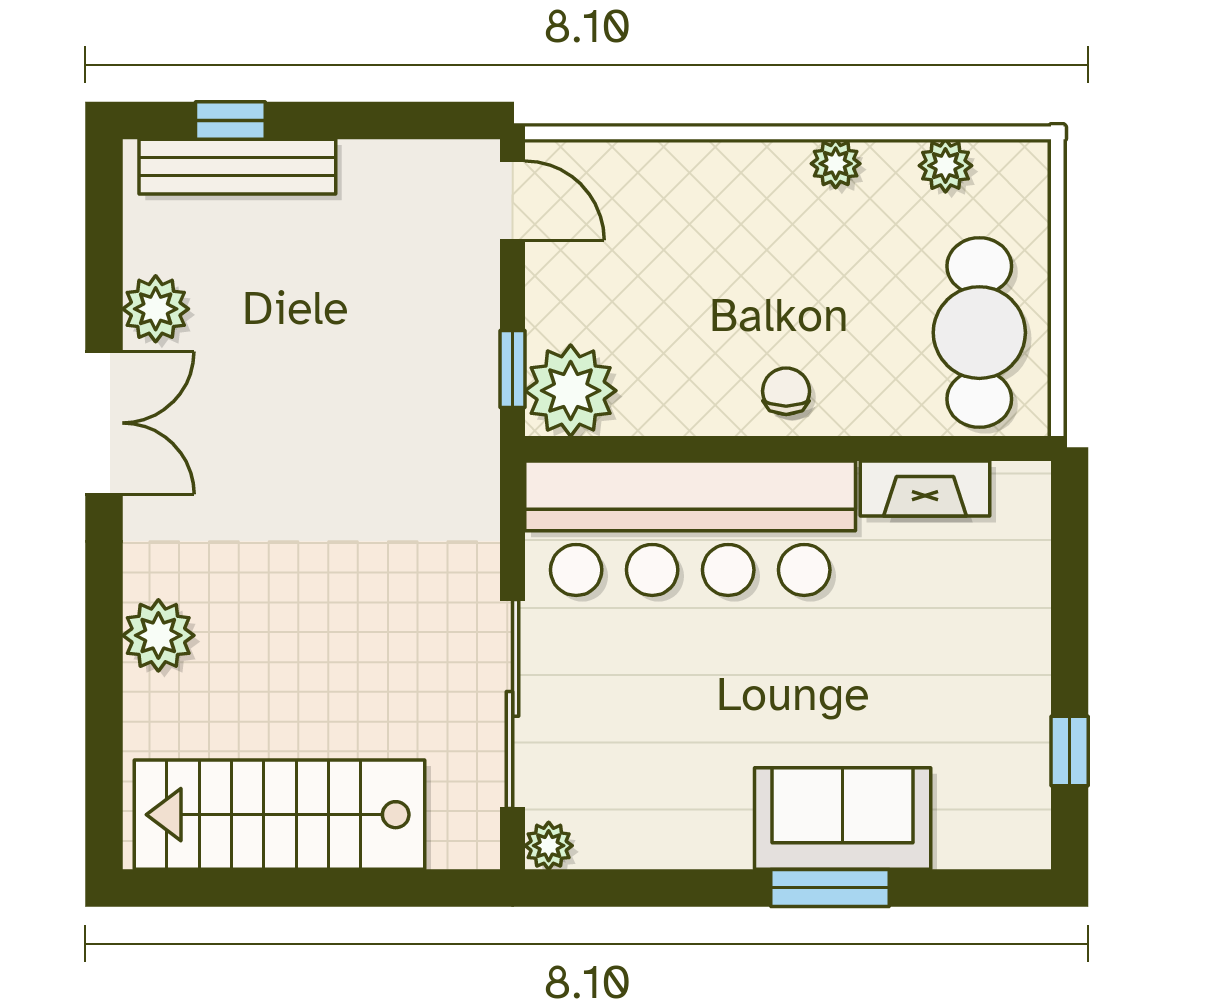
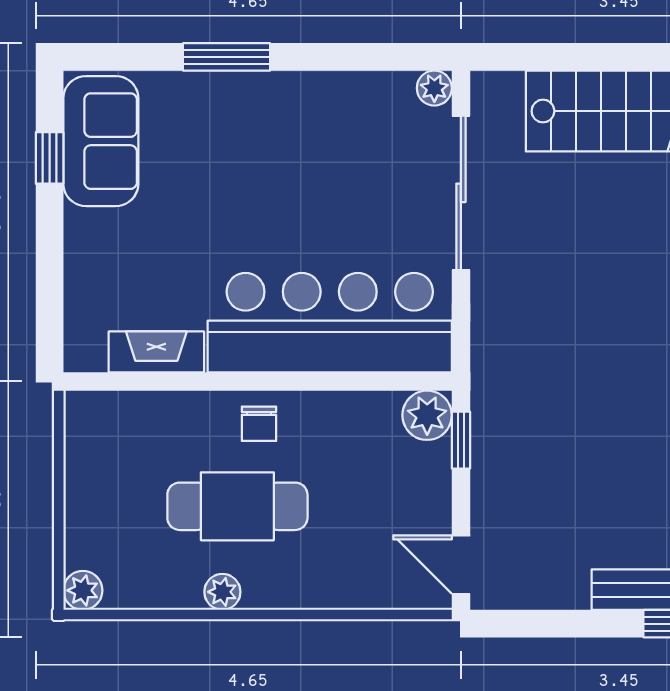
plant: (945, 166) -> (83, 590), moved
cafe table: (979, 333) -> (237, 506), moved, turned 90
plant: (571, 391) -> (427, 415), width x0.73, depth x0.73
sofa: (843, 819) -> (101, 141), moved, turned -90

